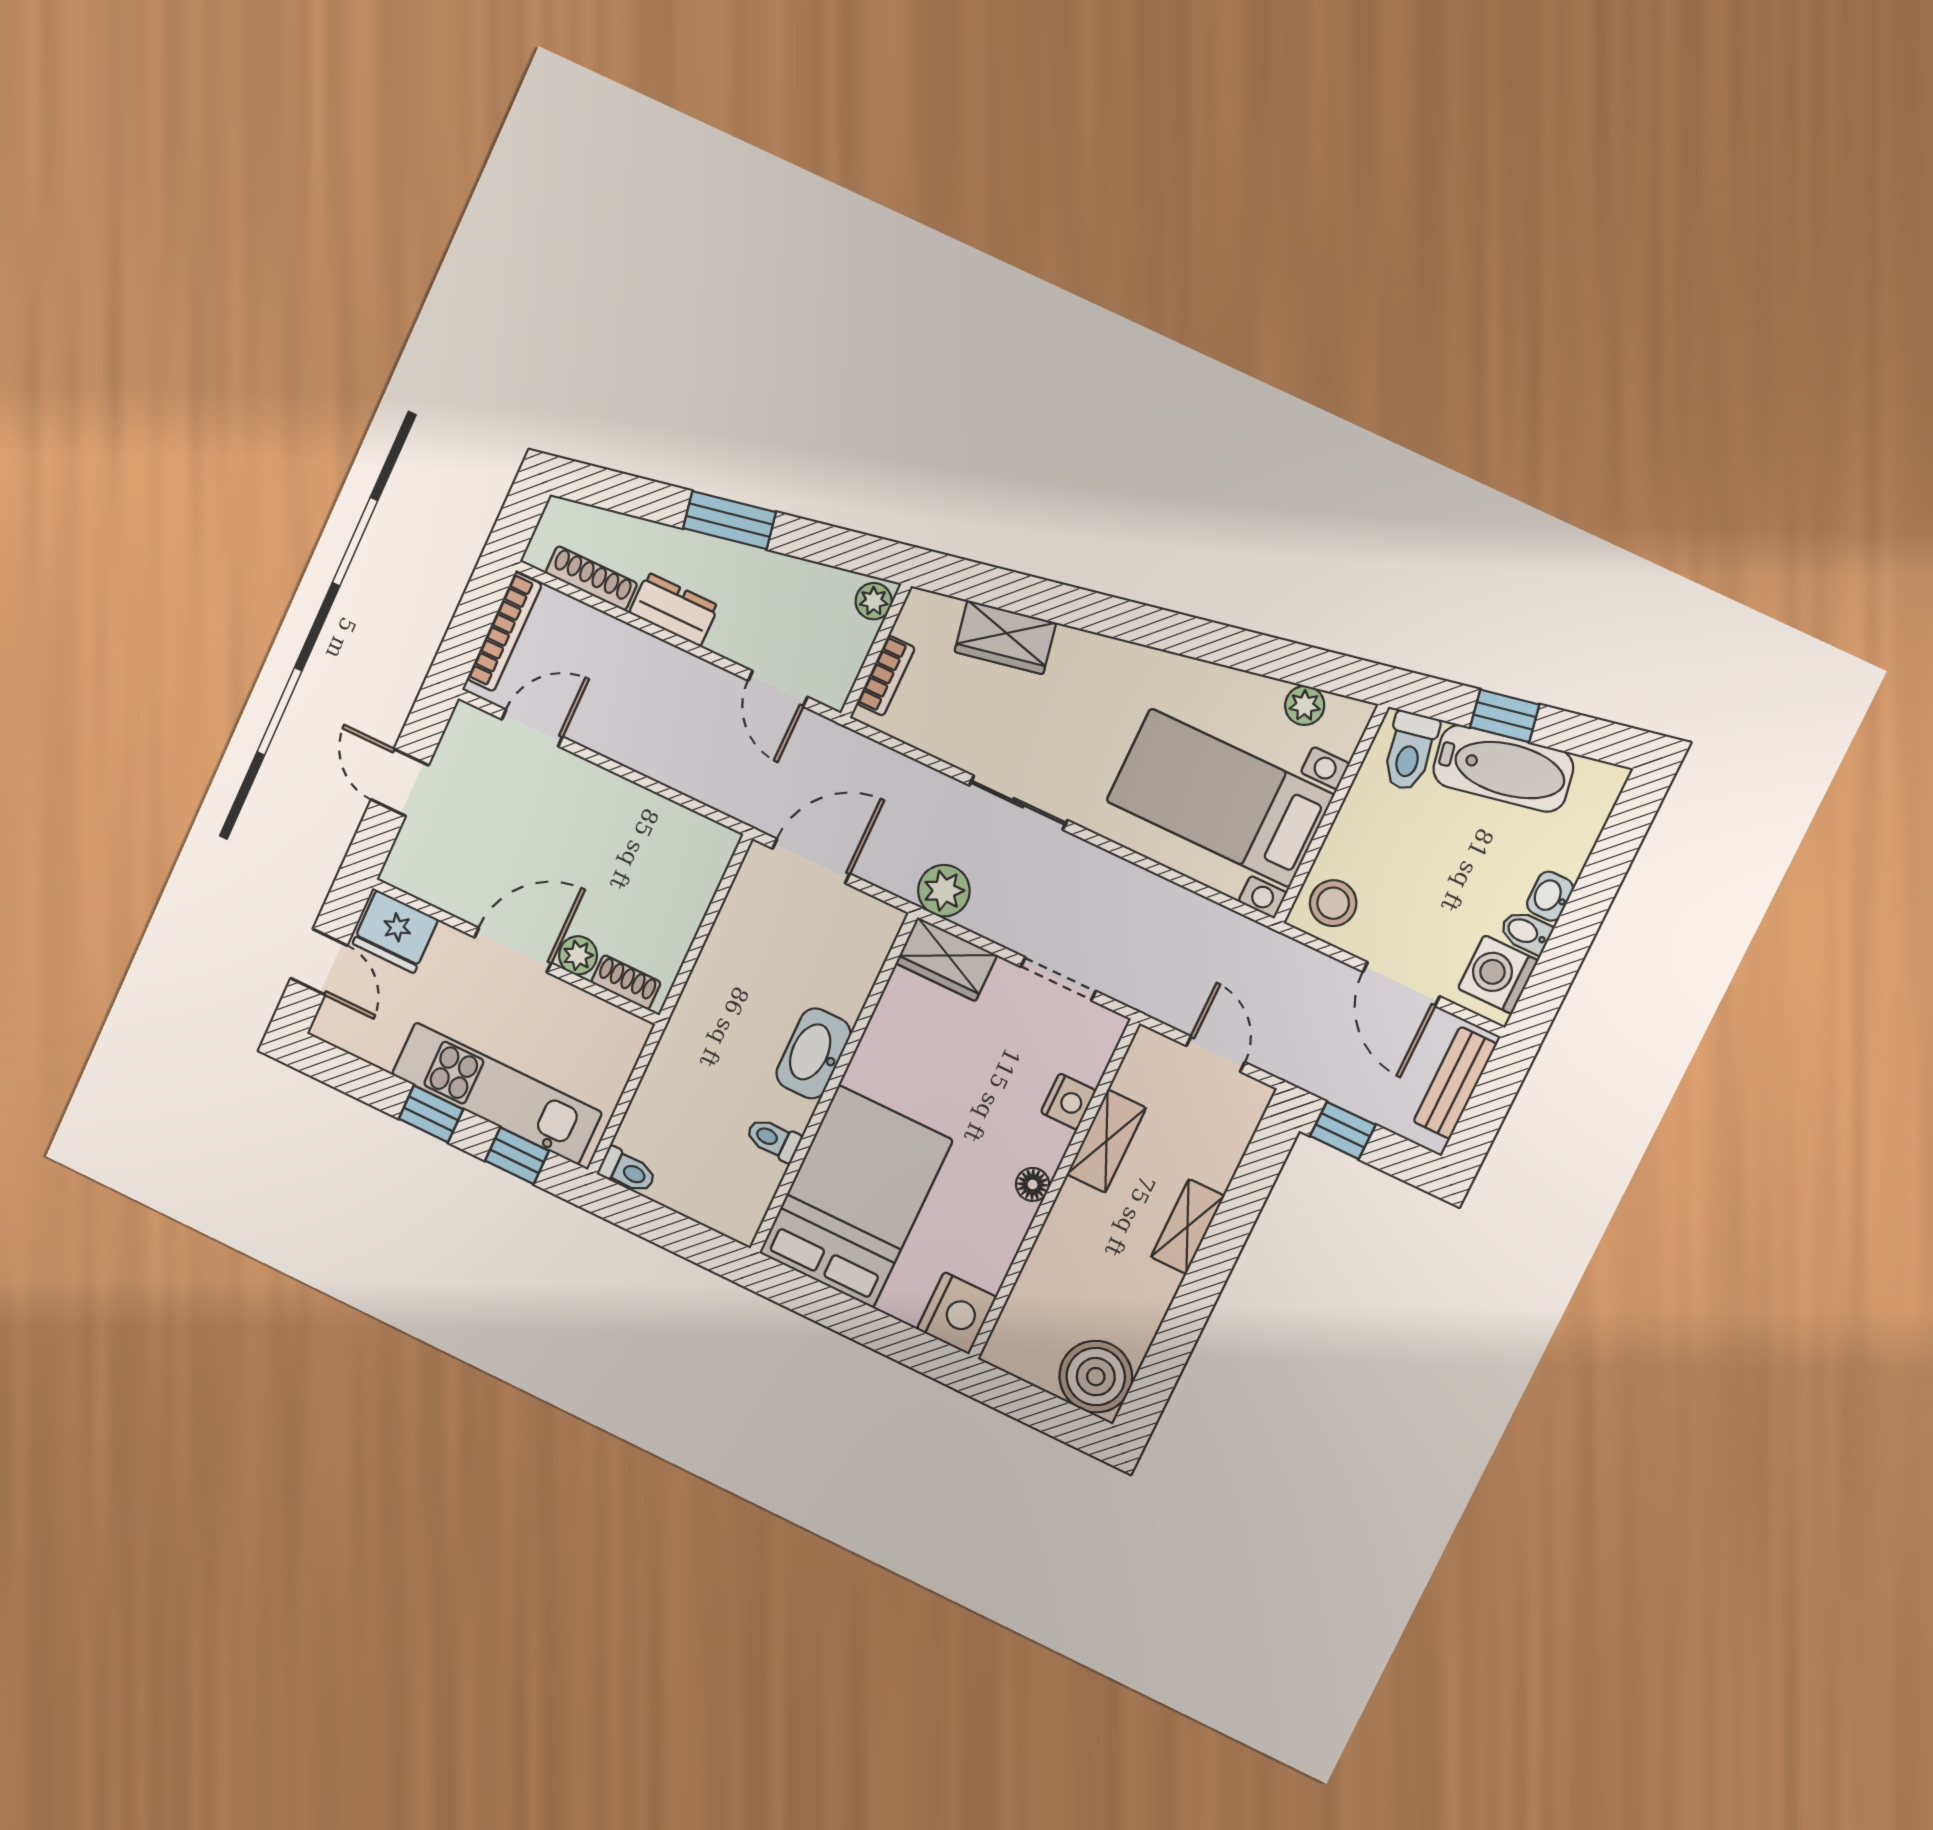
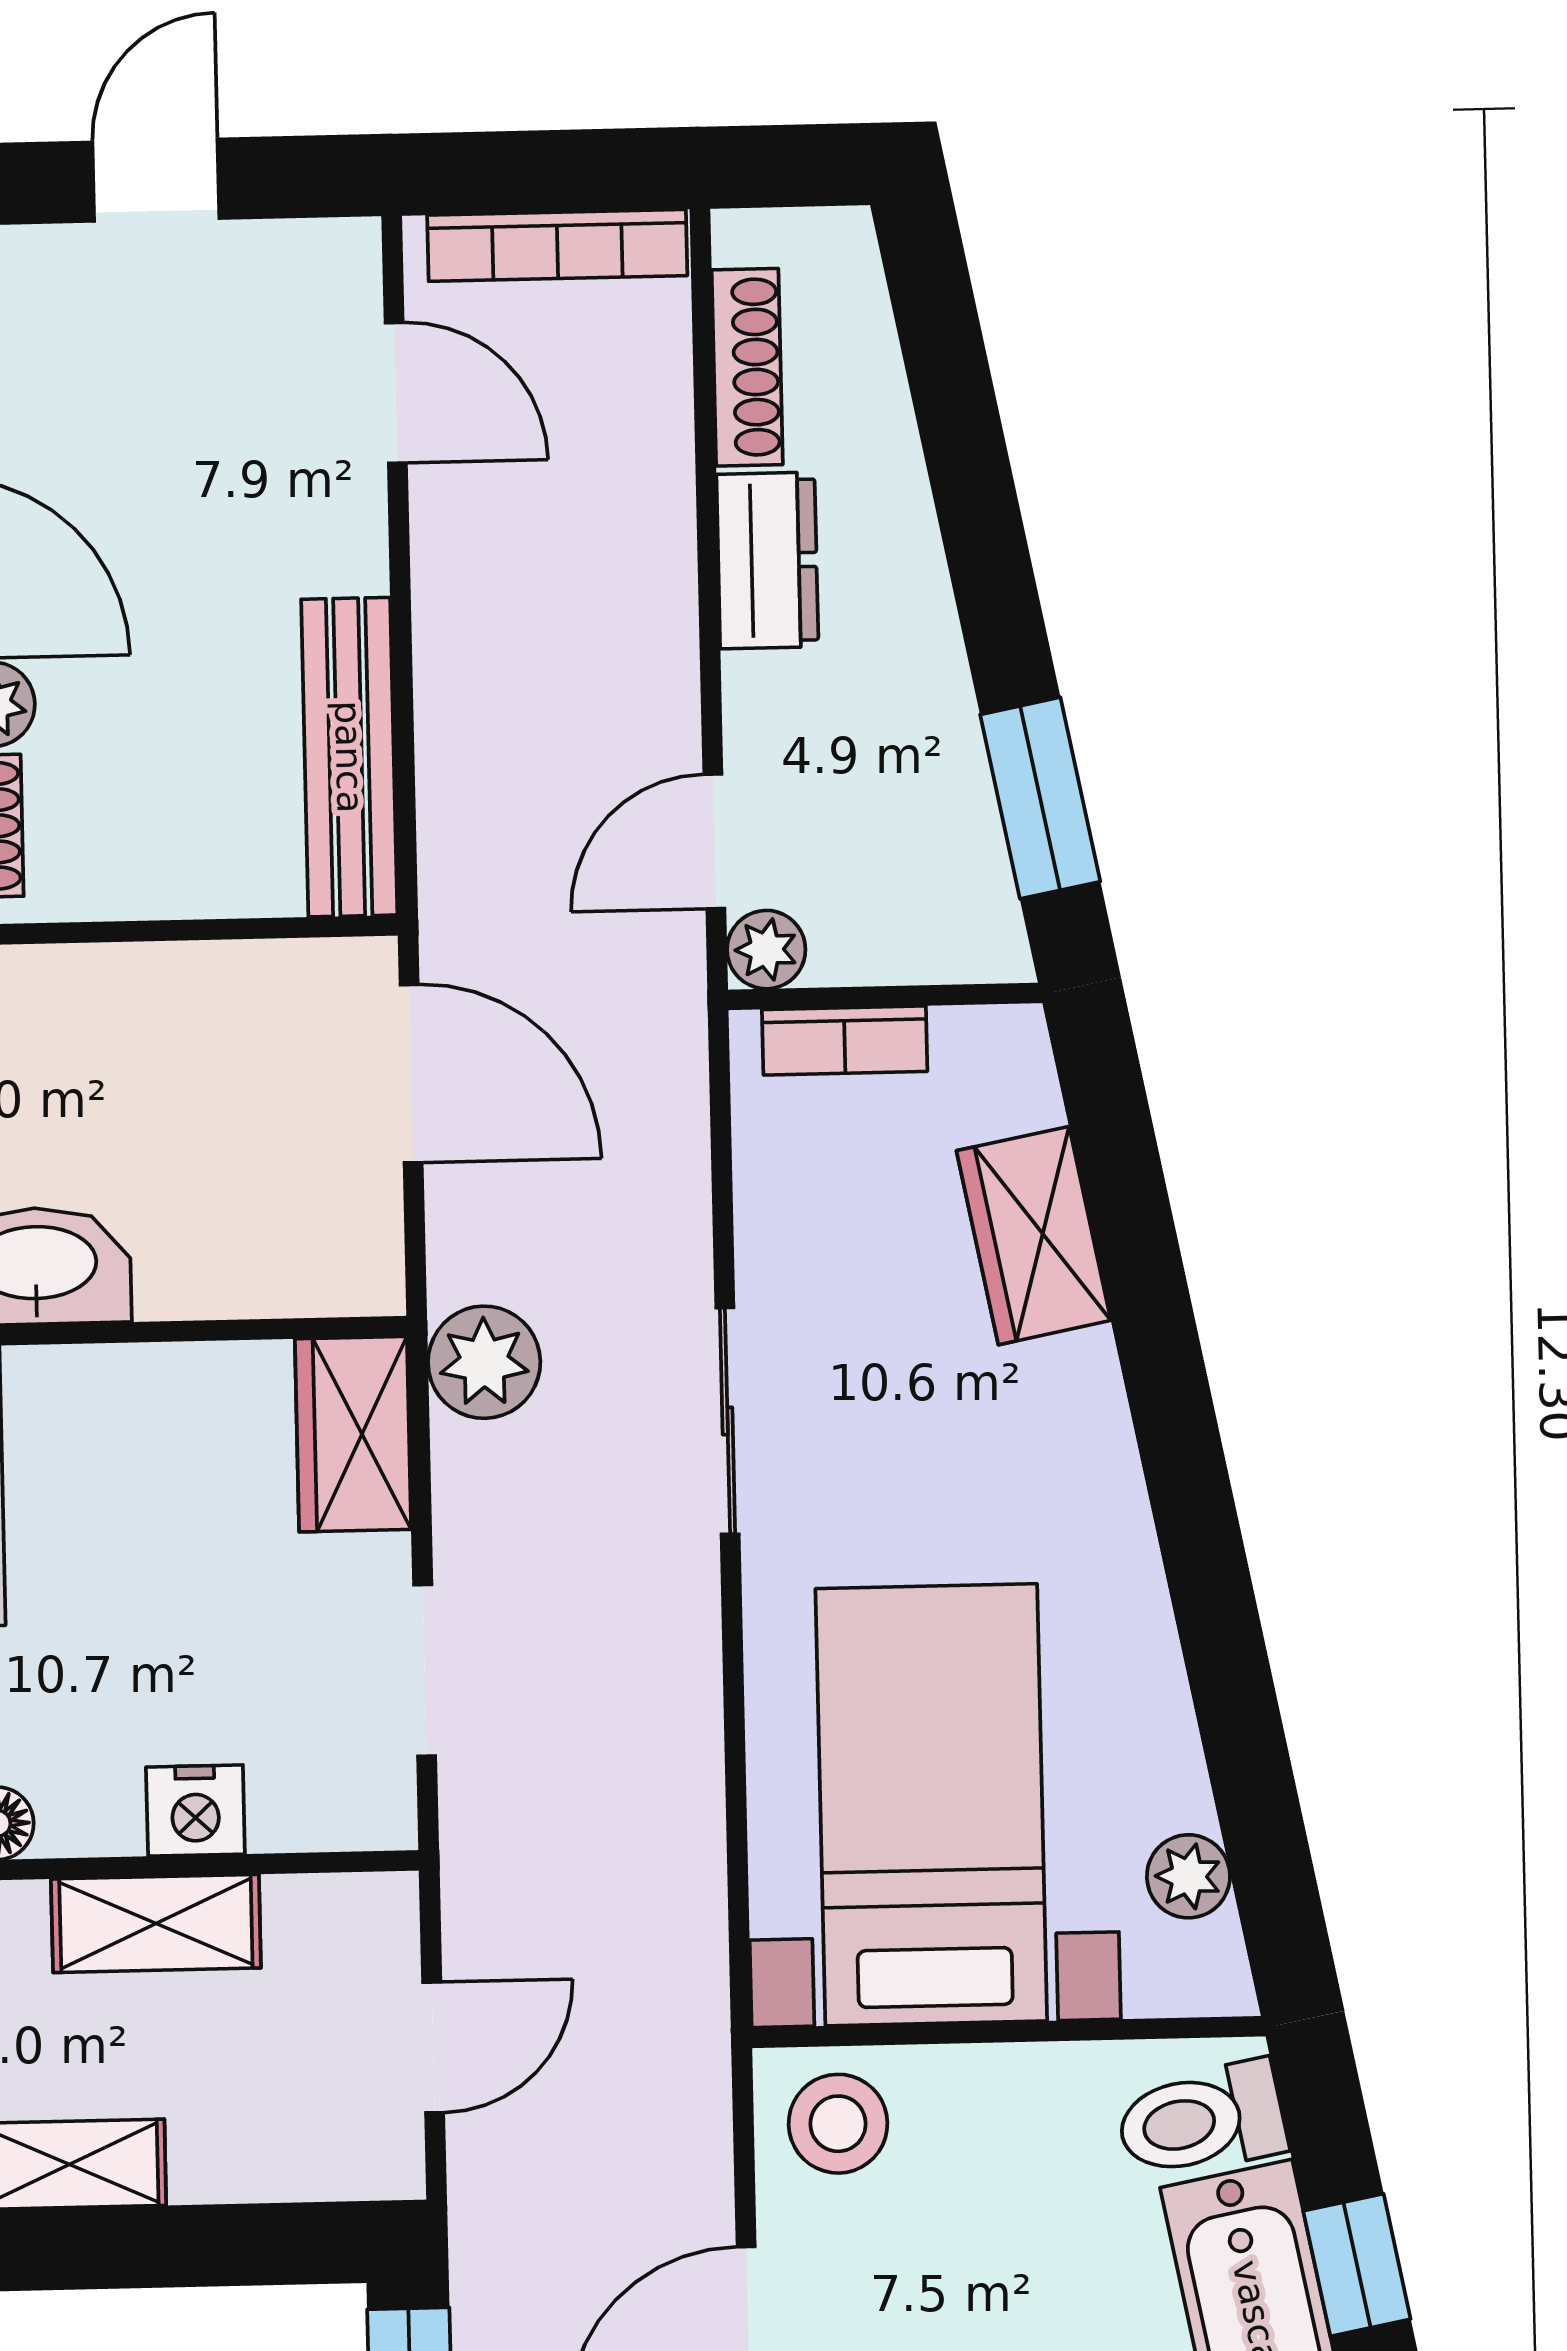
window: (729, 520) -> (1040, 798), moved
plant: (874, 601) -> (766, 950), moved
bench: (670, 821) -> (349, 757), added

